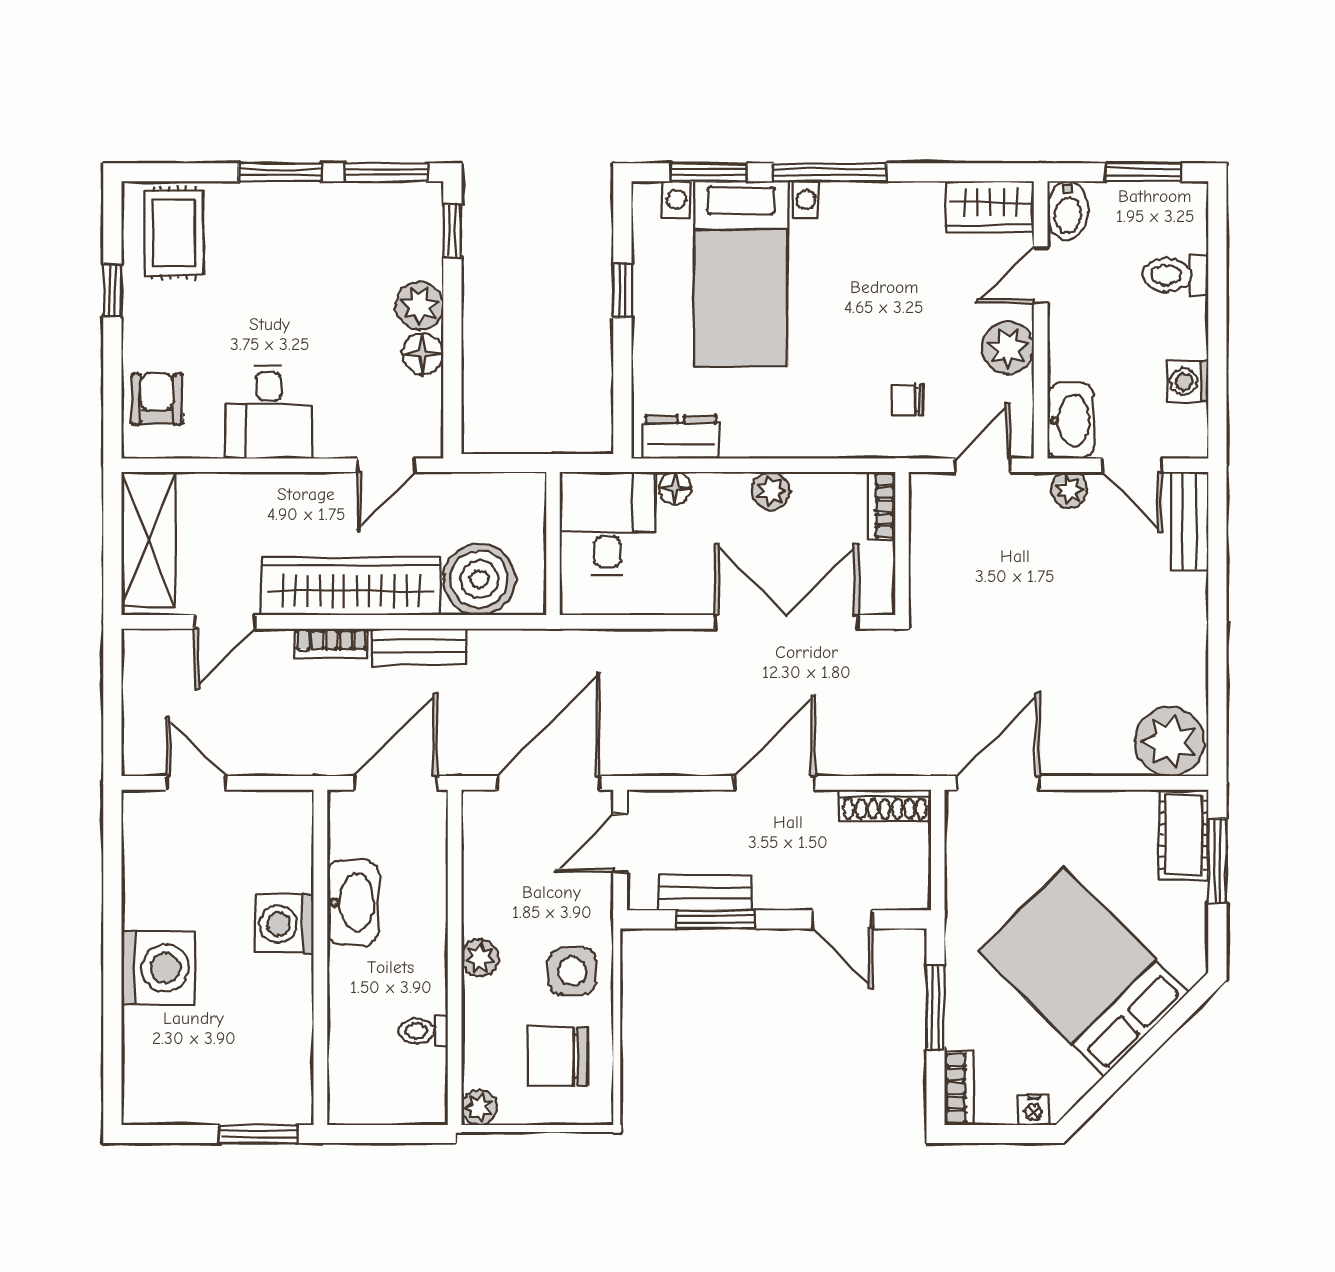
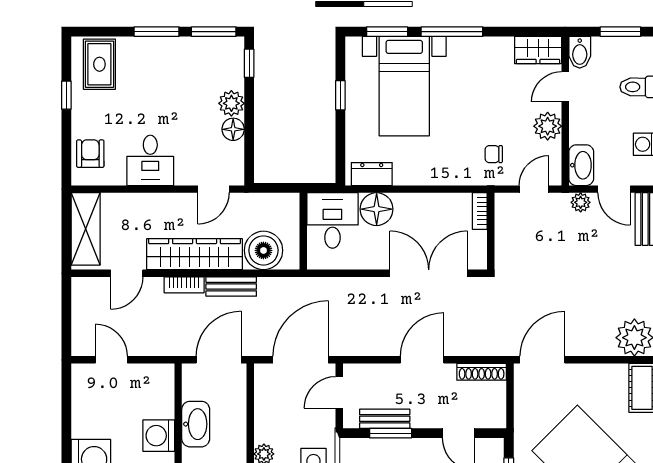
floor lamp: (675, 488) -> (377, 209), width x1.89, depth x1.89
plant: (771, 491) -> (420, 203), removed

